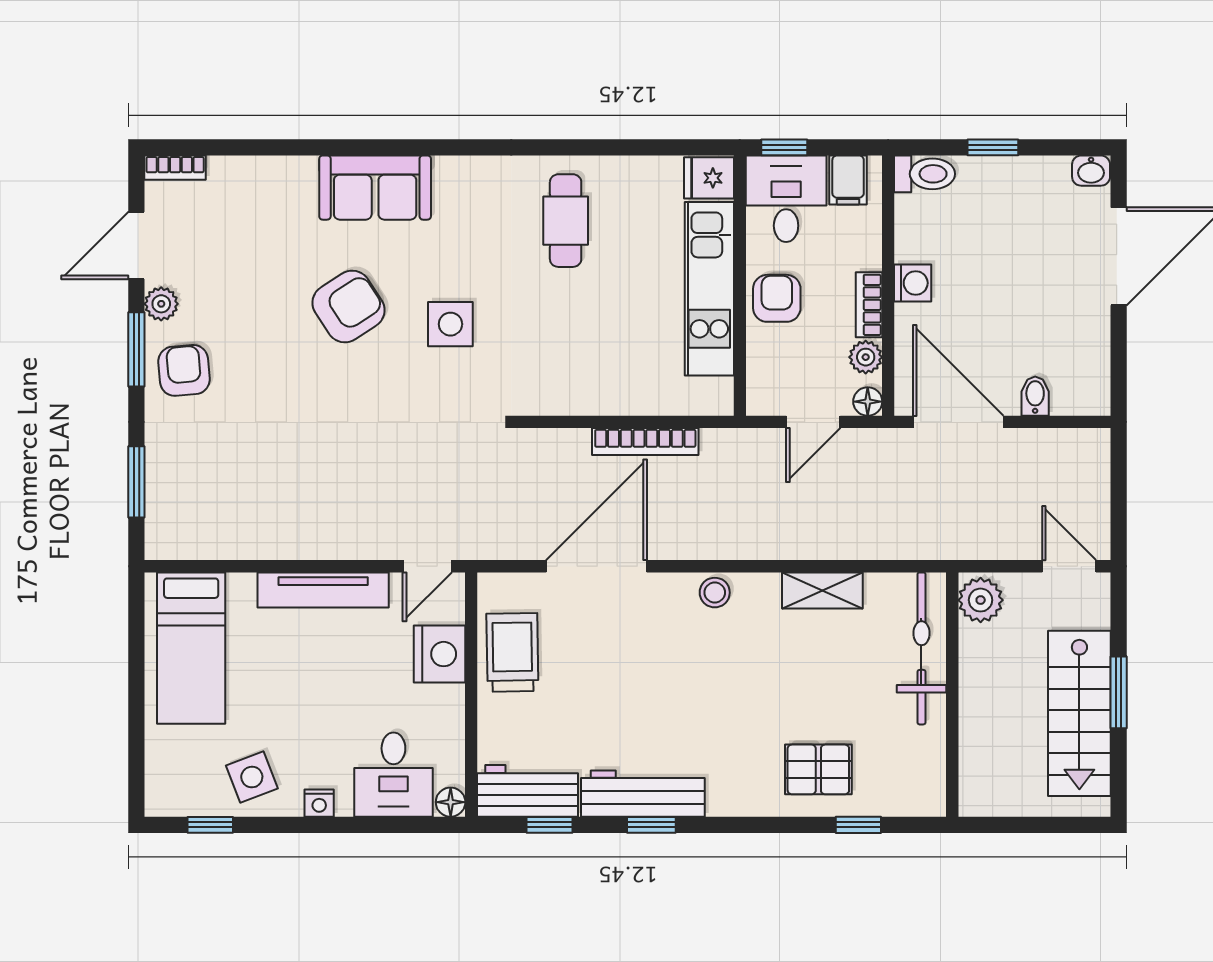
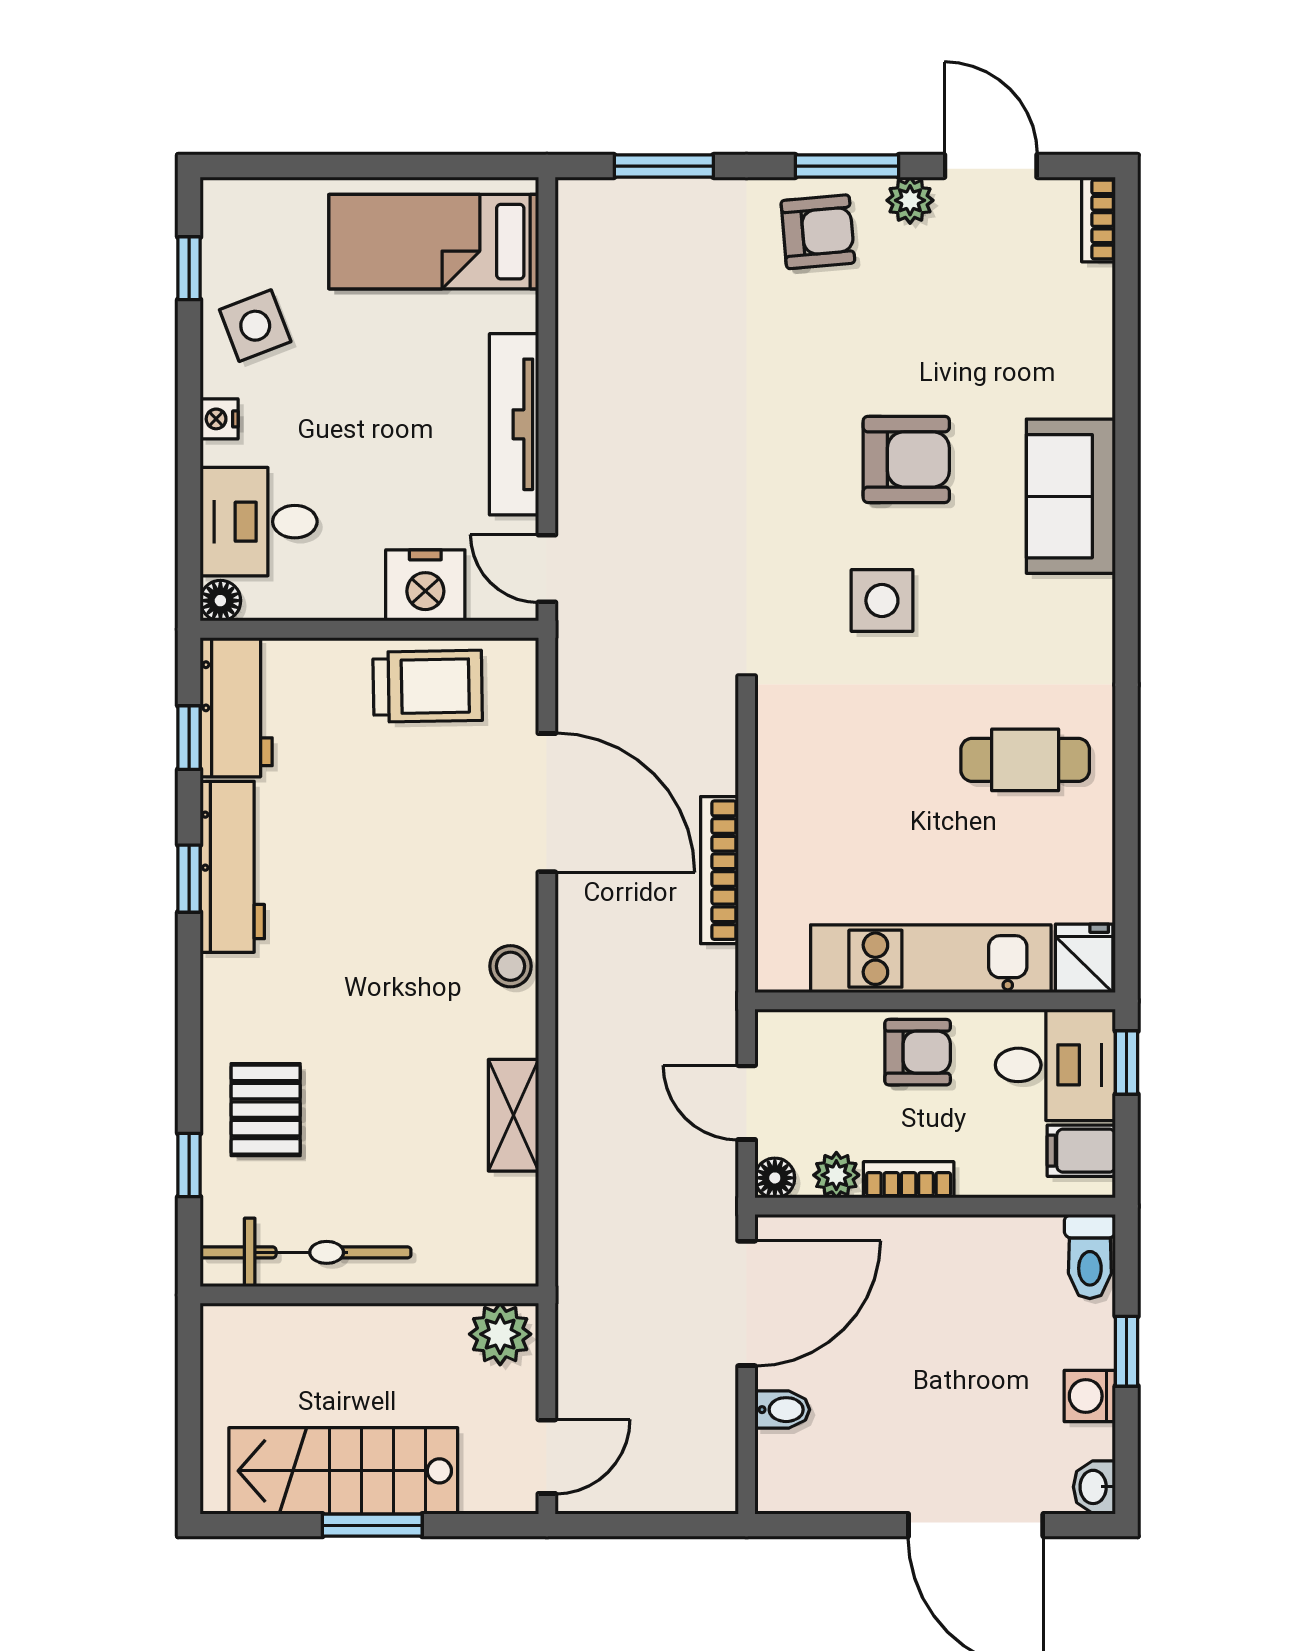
washing machine: (913, 283) -> (1090, 1396), moved, turned 90
armchair: (349, 306) -> (906, 459), turned -57
bicycle: (921, 648) -> (306, 1252), moved

